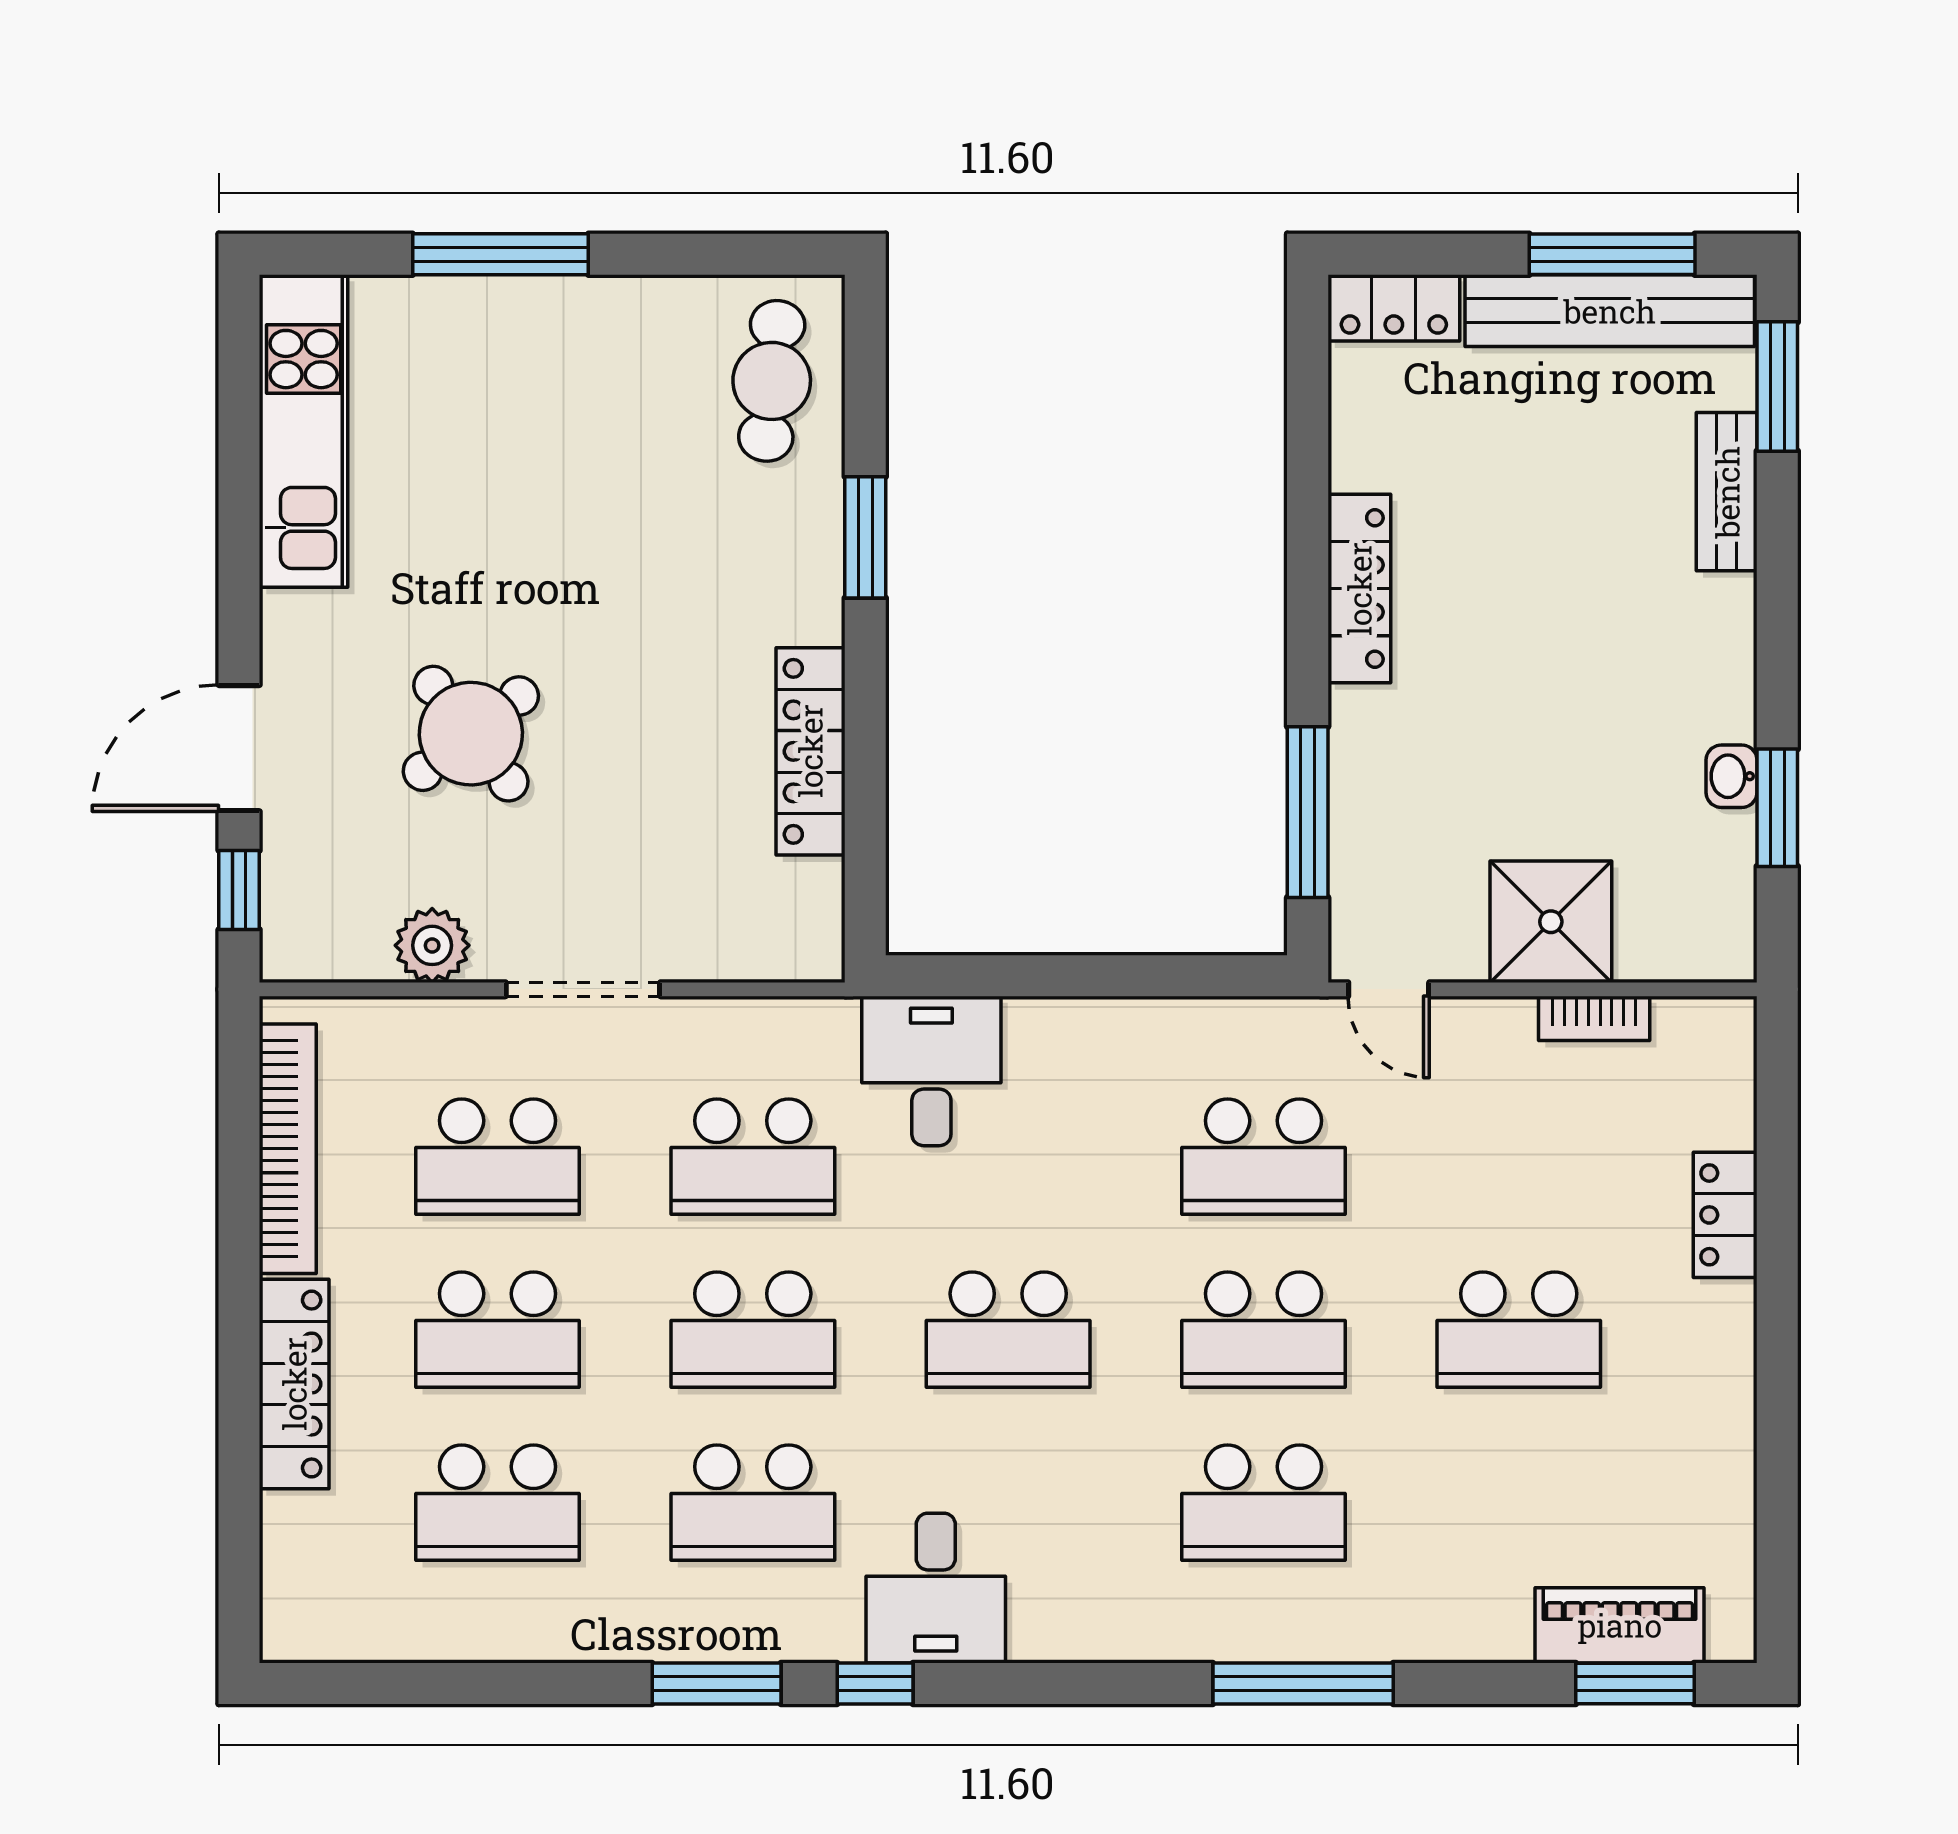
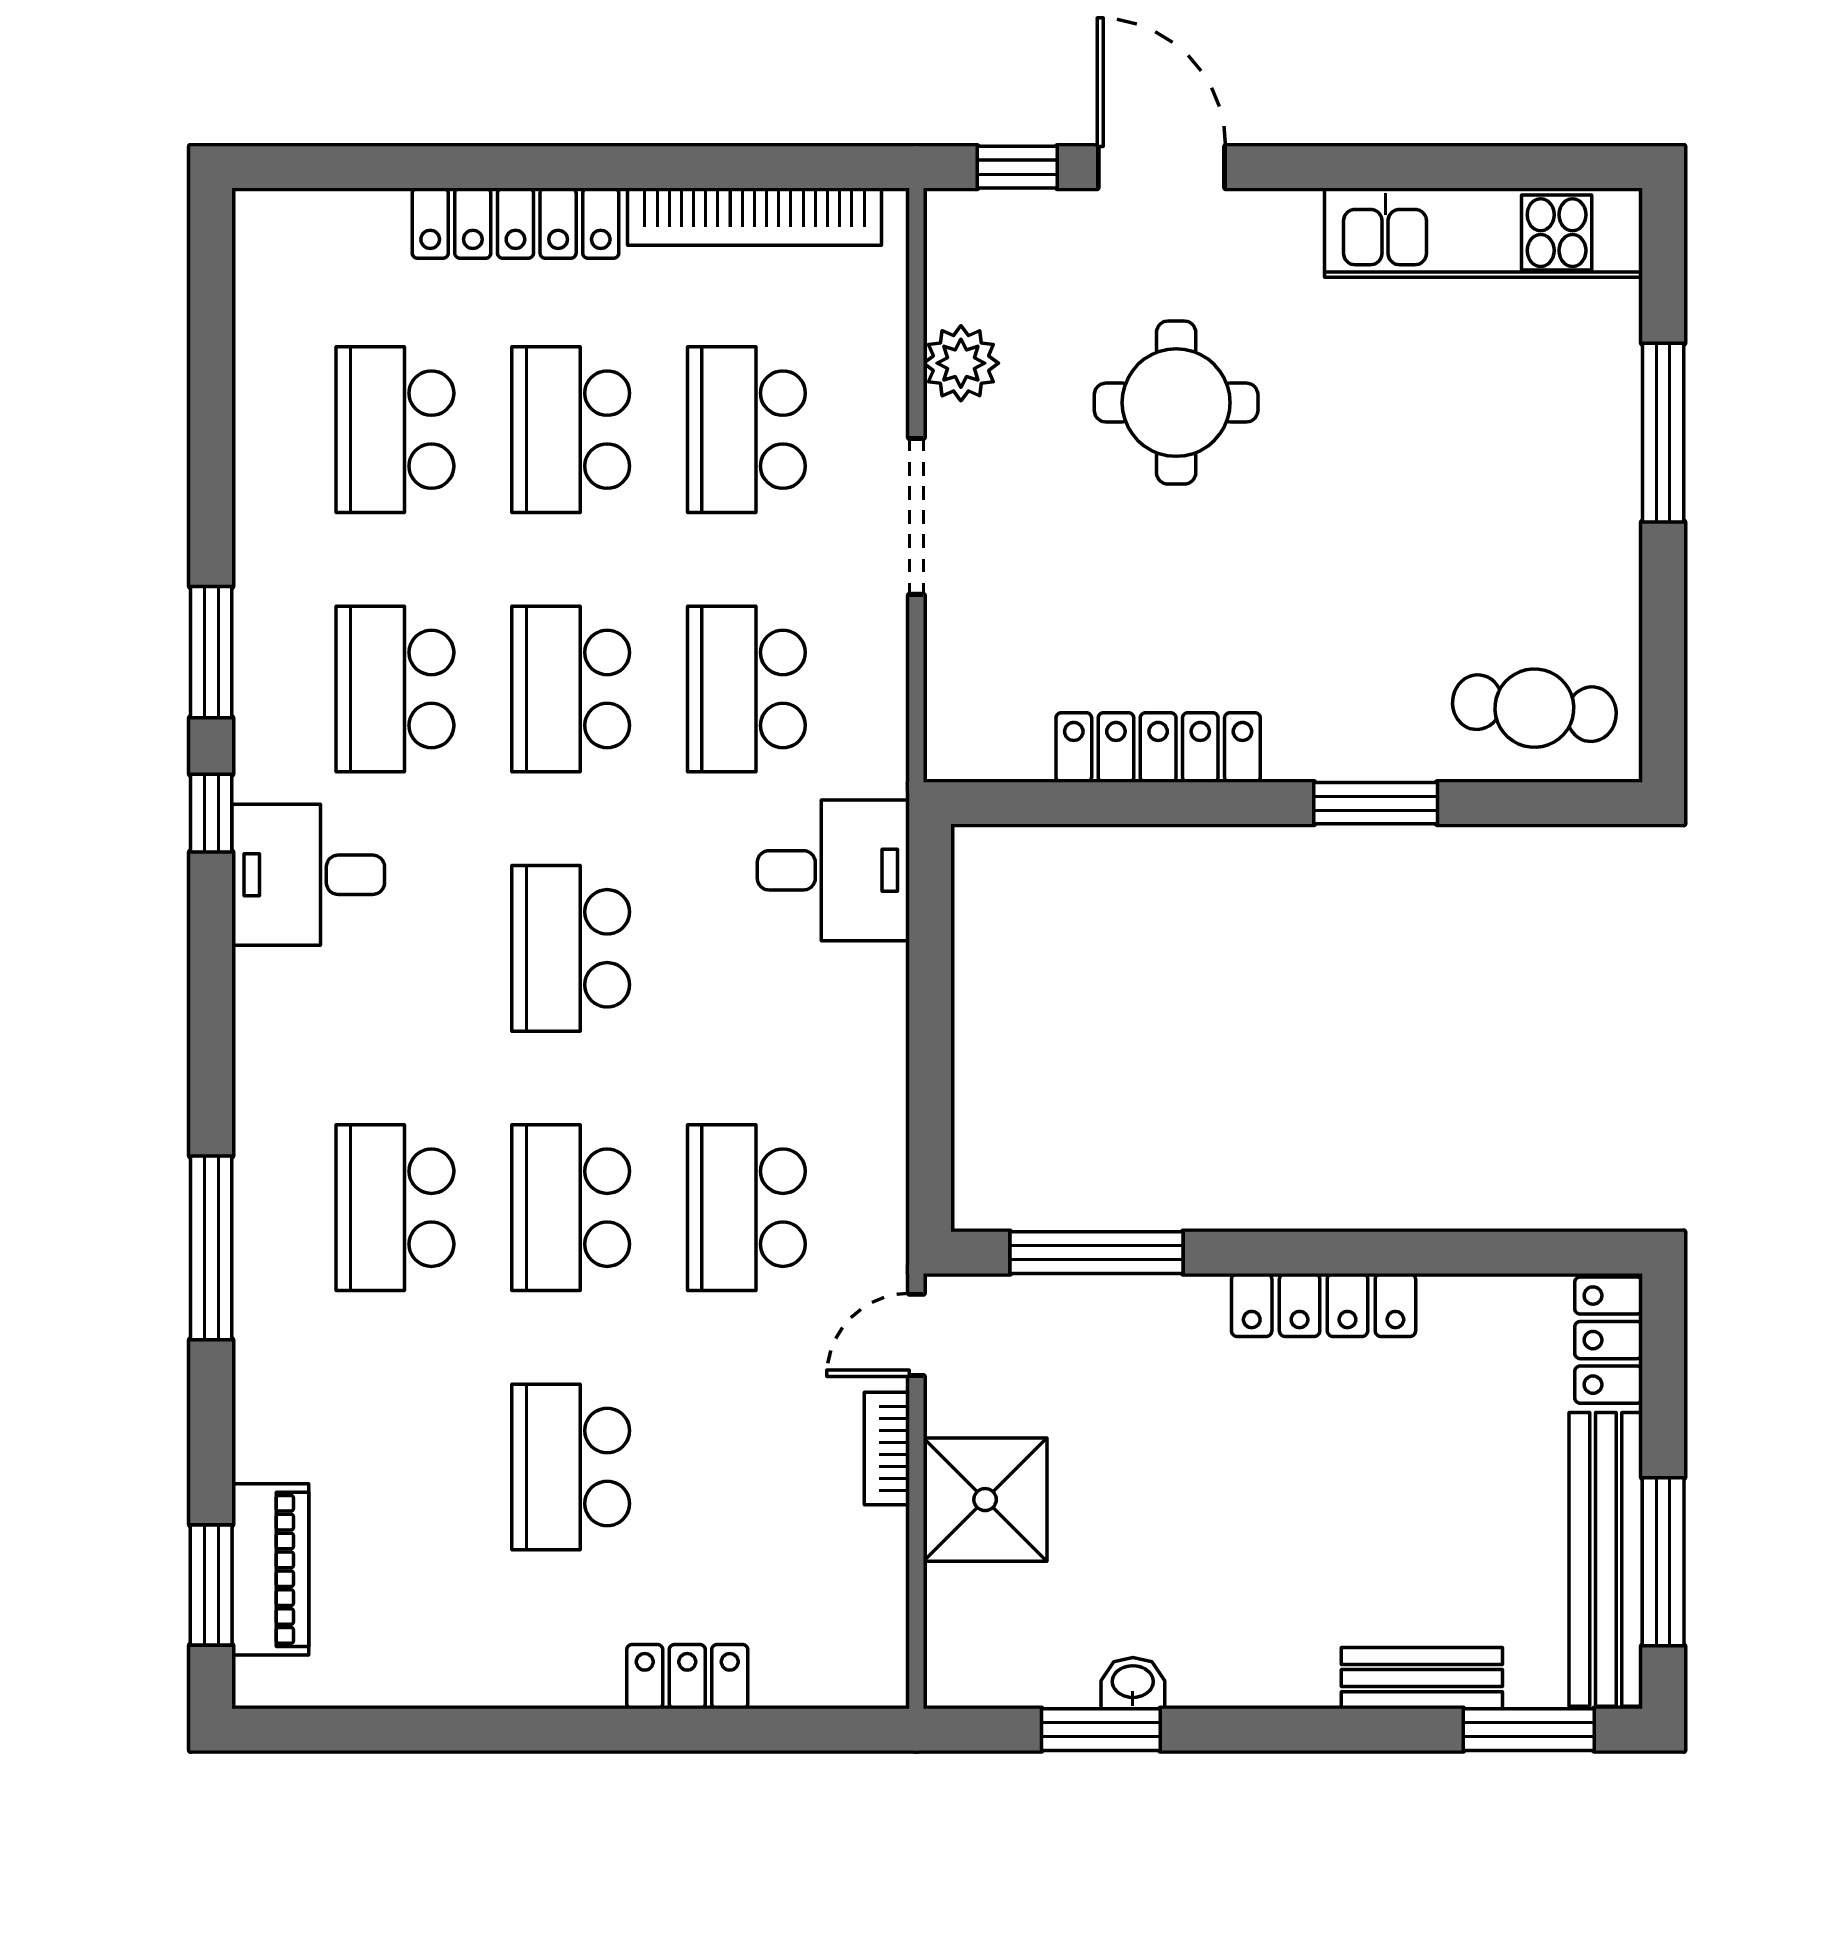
round table: (471, 734) -> (1176, 403), turned 38
bookcase: (1594, 1018) -> (887, 1449), moved

